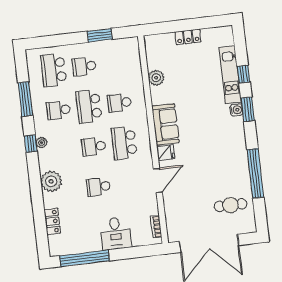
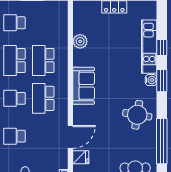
school desk: (119, 103) -> (43, 61), width x1.85
round table: (226, 149) -> (137, 115), added
fridge: (166, 153) -> (81, 157), moved

